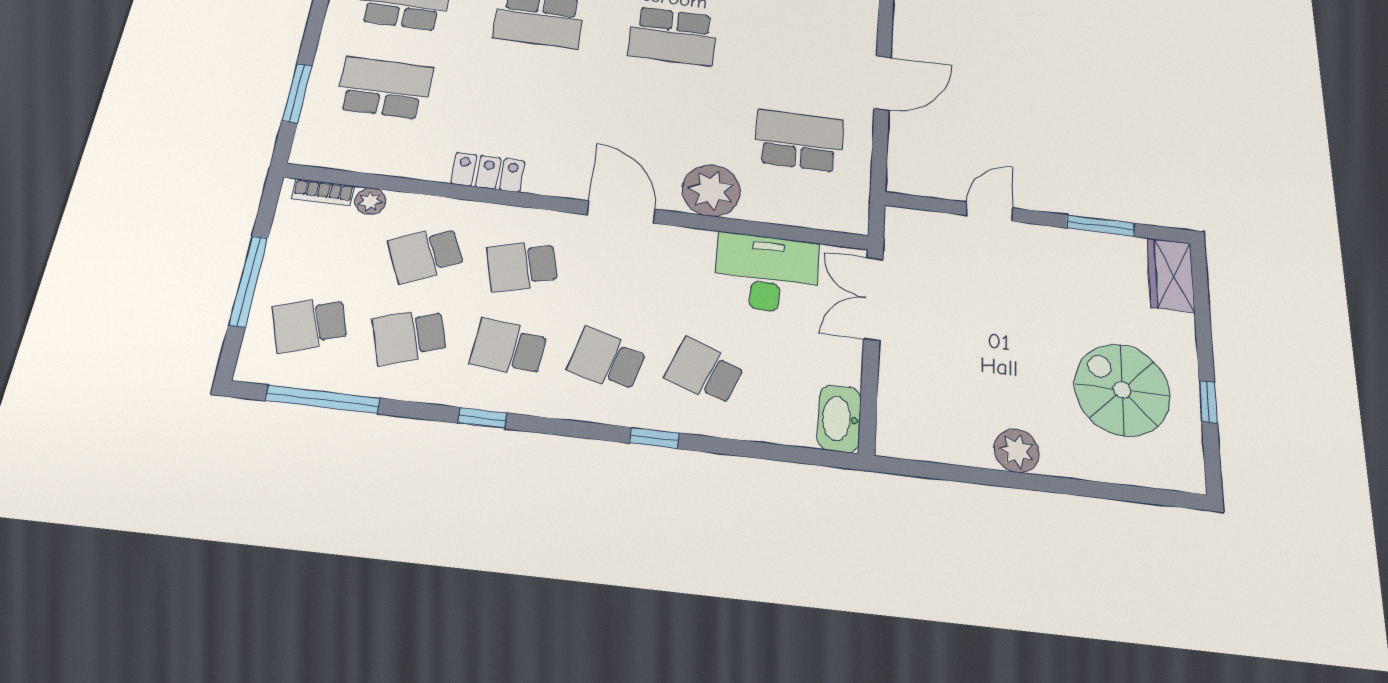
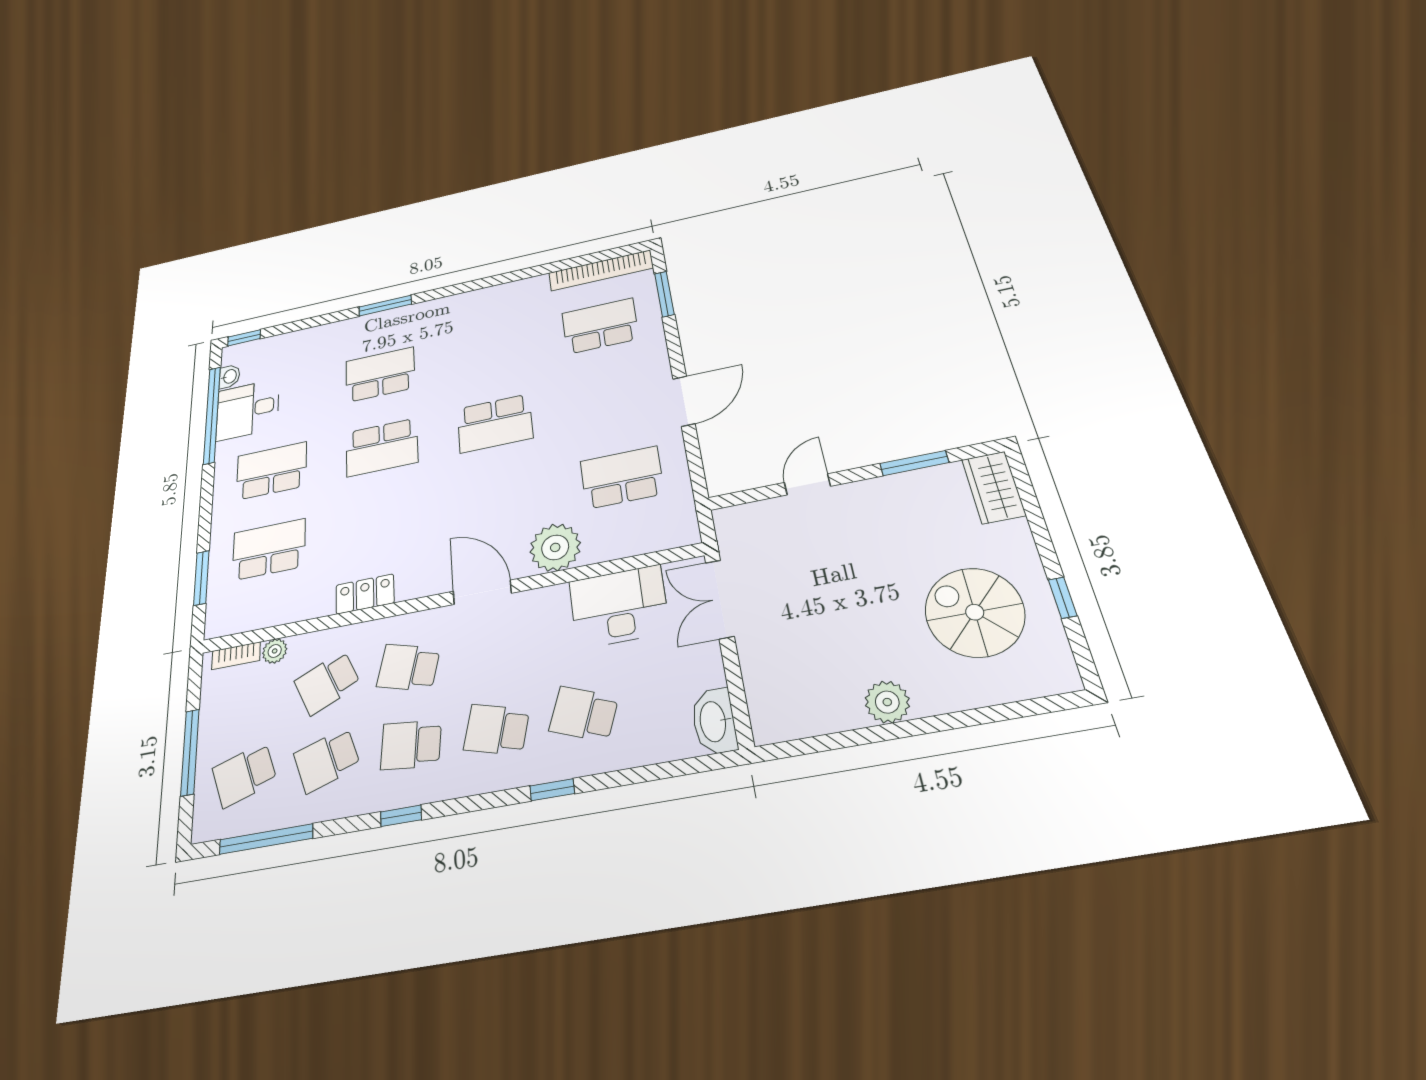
school desk: (522, 266) -> (408, 667), turned 30

